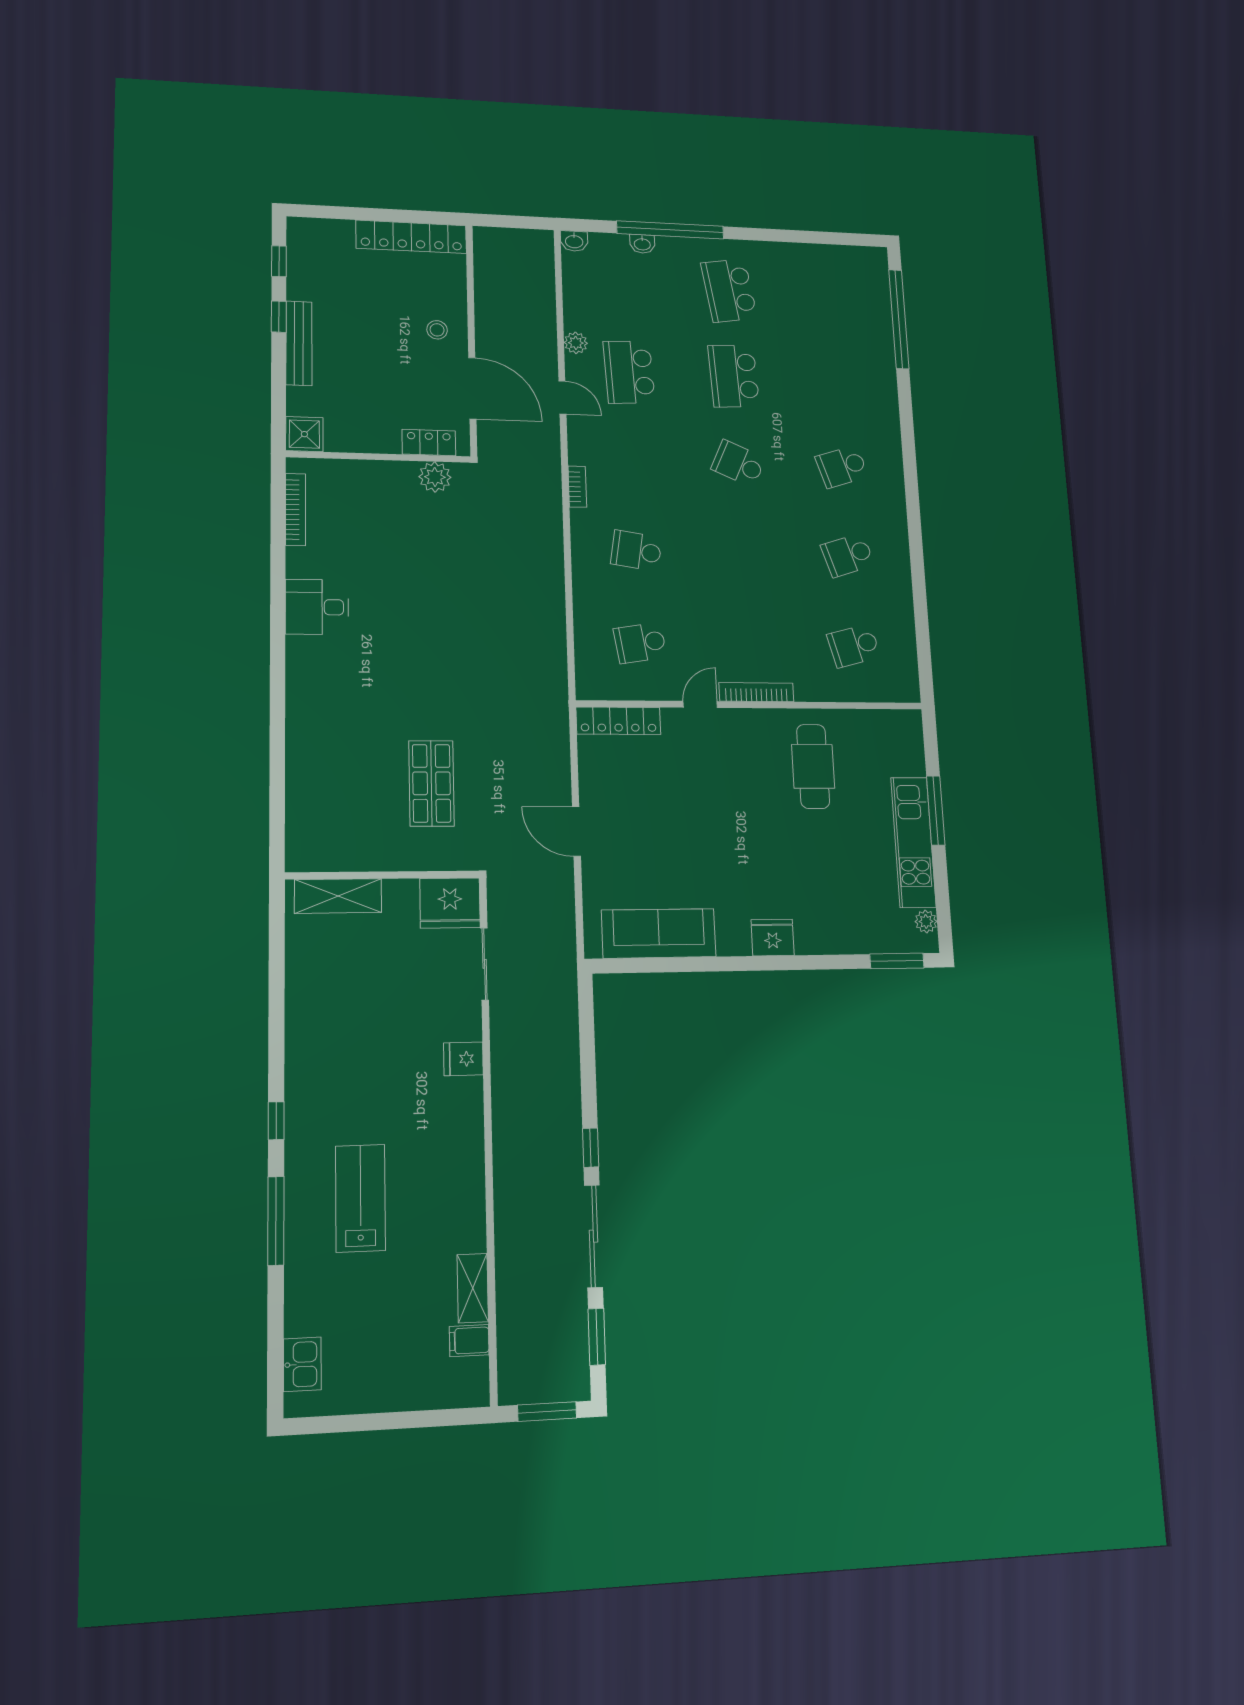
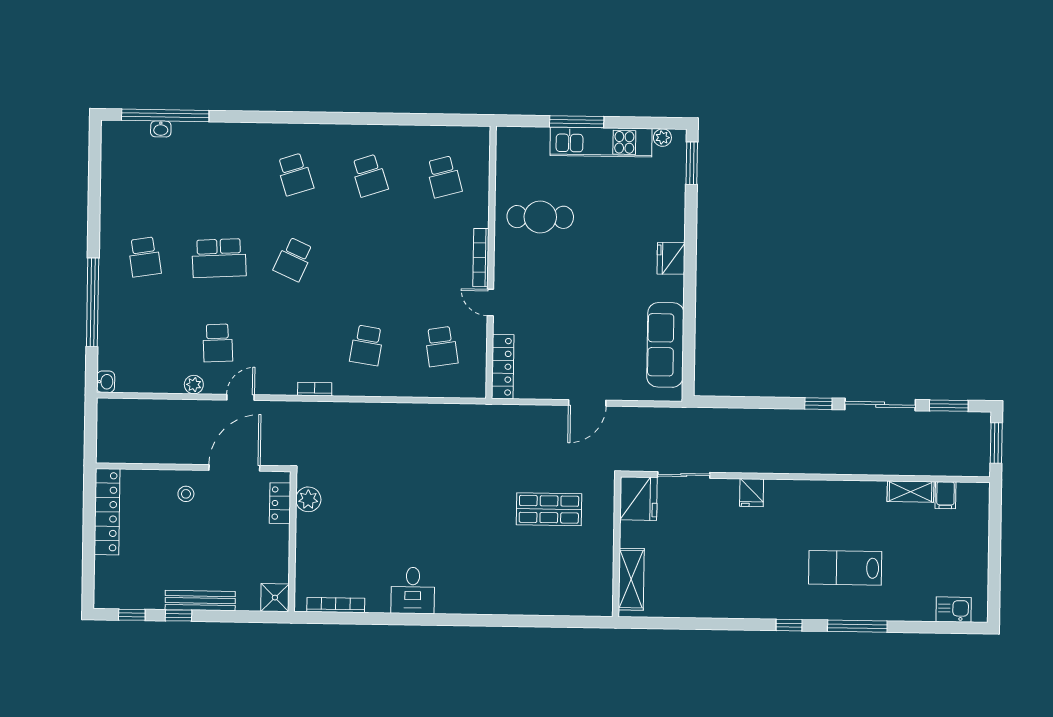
washbasin: (642, 244) -> (161, 129), moved, turned 90
school desk: (729, 291) -> (145, 257), width x0.54
school desk: (629, 372) -> (218, 343), width x0.54

